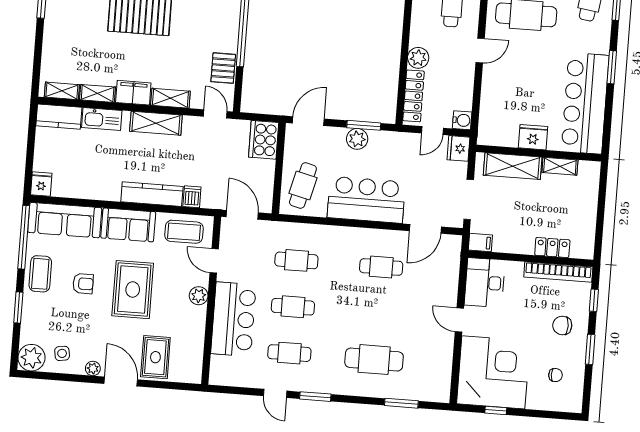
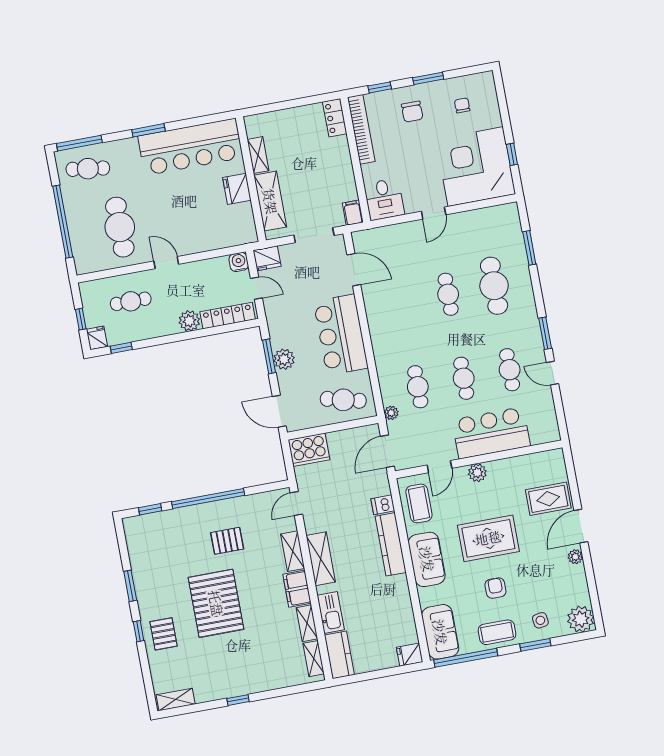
pallet: (223, 68) -> (227, 541), moved
sofa: (65, 220) -> (440, 632), width x0.73
plant: (278, 228) -> (391, 413), added
locker: (552, 248) -> (335, 118), moved
cafe table: (381, 267) -> (448, 294), moved
desk: (485, 283) -> (384, 199), width x0.73
side table: (62, 353) -> (540, 620), moved
door: (275, 393) -> (553, 373), swing flipped

